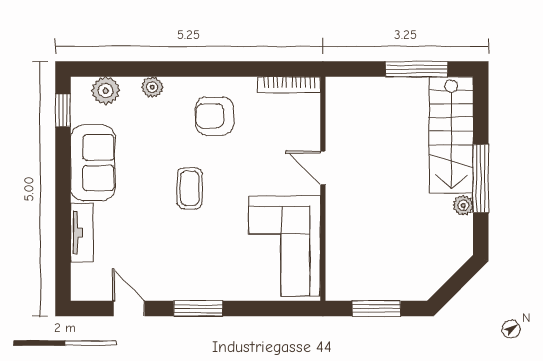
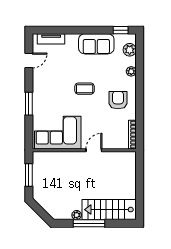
window: (417, 69) -> (140, 194), removed
tv unit: (82, 232) -> (51, 39), moved
window: (198, 309) -> (29, 104), moved

